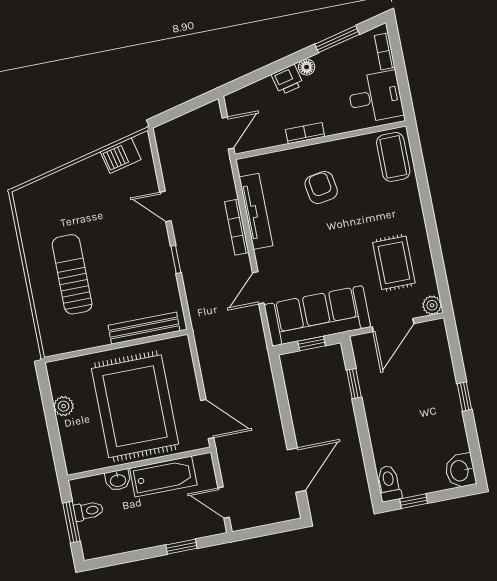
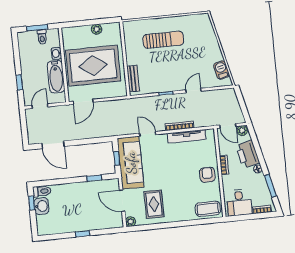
printer: (287, 80) -> (248, 154), width x1.87, depth x1.48
plant: (235, 104) -> (242, 131), added
armchair: (321, 187) -> (207, 175), moved, turned -81
rug: (394, 263) -> (154, 204), turned 90
bench: (144, 328) -> (133, 79), width x0.73
washbasin: (460, 471) -> (41, 206), moved, turned 90

